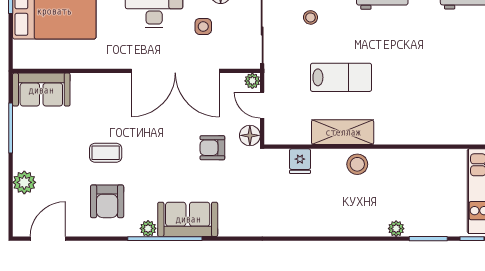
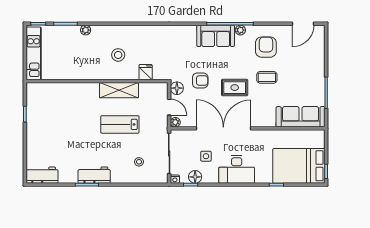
sofa: (41, 90) -> (301, 117), width x1.36
rug: (157, 136) -> (235, 88), added
stool: (357, 164) -> (118, 55), moved
plant: (24, 182) -> (318, 59), removed

